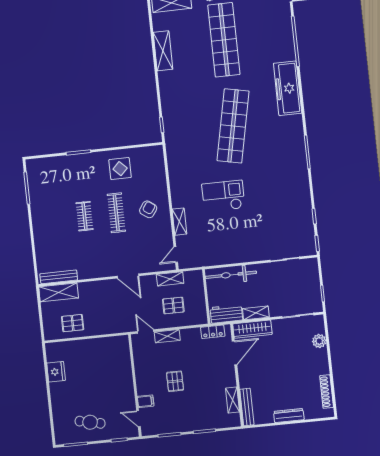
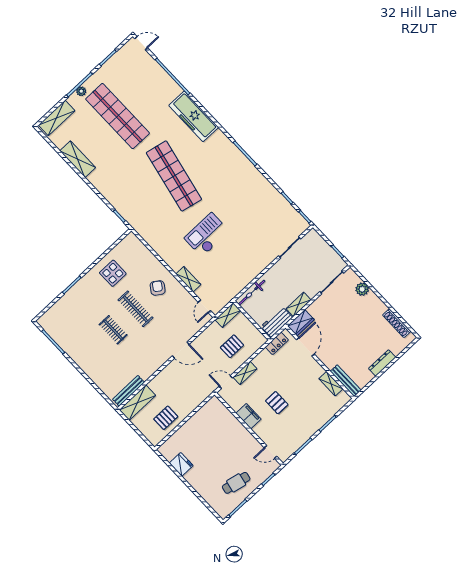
bicycle: (231, 275) -> (252, 293), width x0.73, depth x0.71
shelving: (170, 279) -> (228, 315), moved
wardrobe: (252, 329) -> (301, 323), width x0.67
filing cabinet: (146, 401) -> (249, 416), moved, width x2.00

